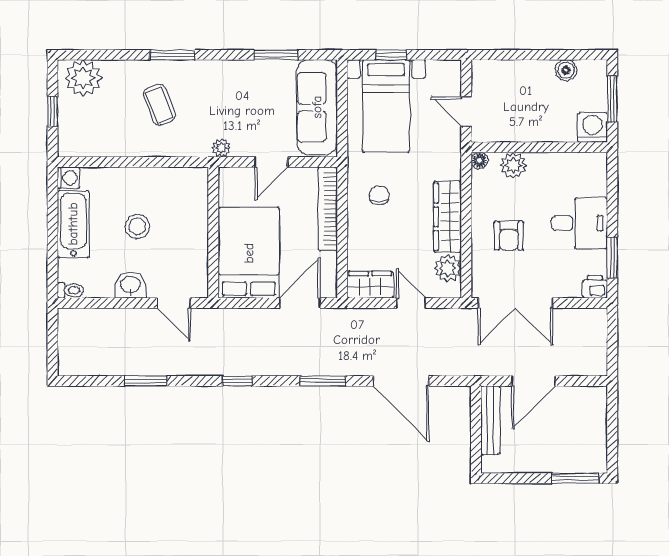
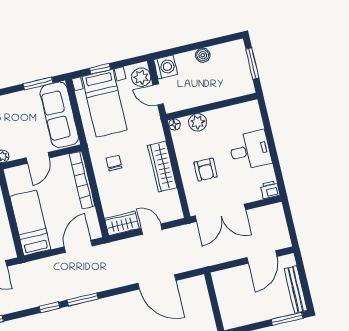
window: (276, 55) -> (38, 83), moved
boiler: (566, 70) -> (203, 55), moved
washing machine: (592, 128) -> (165, 67), moved, turned 90
bed: (249, 253) -> (30, 223), width x0.67
window: (612, 258) -> (277, 168), removed
plant: (448, 268) -> (141, 77), moved
window: (323, 381) -> (83, 299), moved
door: (533, 381) -> (262, 257), moved
bench: (490, 420) -> (296, 290), moved

